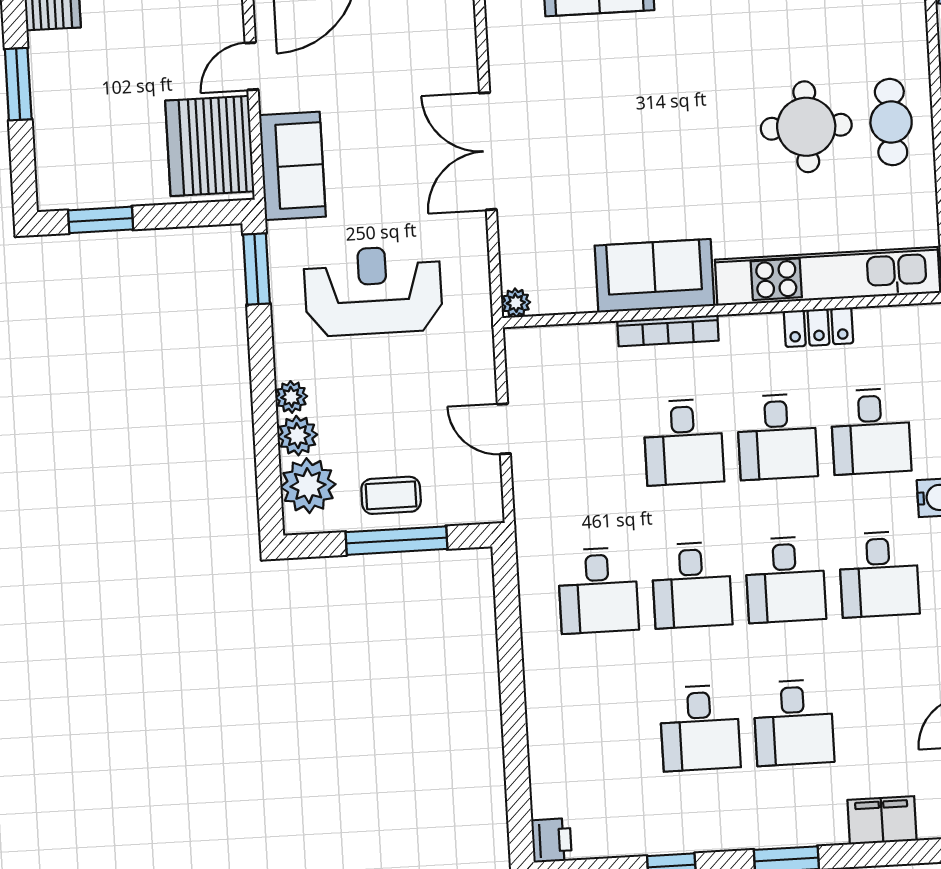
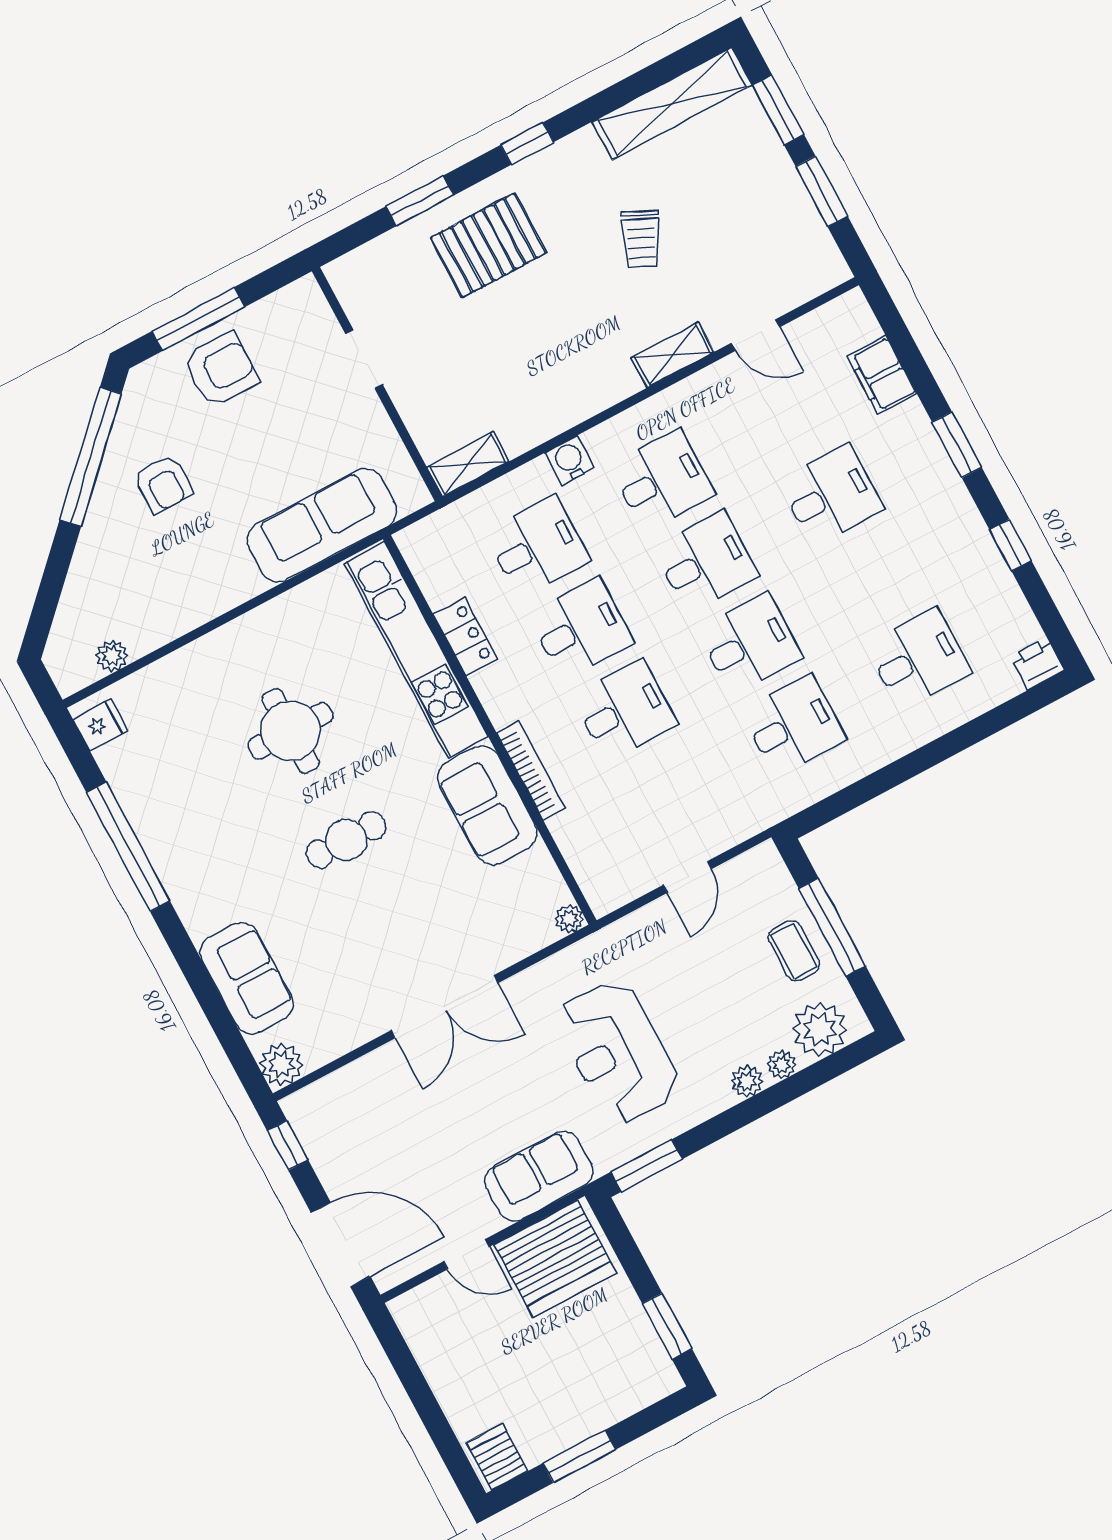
cafe table: (891, 122) -> (346, 840), moved
plant: (297, 436) -> (782, 1064), width x0.73, depth x0.73
desk: (700, 728) -> (918, 659), moved

